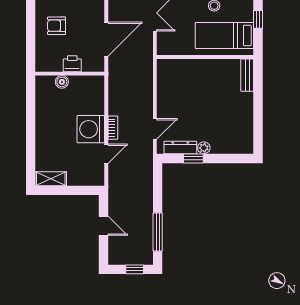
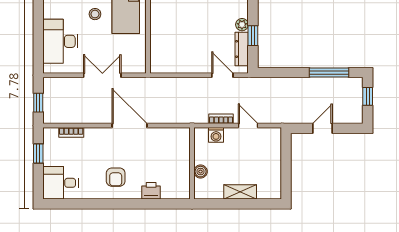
printer: (72, 64) -> (151, 191), moved, turned 90
wall: (70, 74) -> (192, 163), moved
boiler: (62, 82) -> (201, 172), moved
washing machine: (91, 129) -> (216, 135), width x0.53, depth x0.53
shelving: (51, 179) -> (240, 192), moved, turned 90

